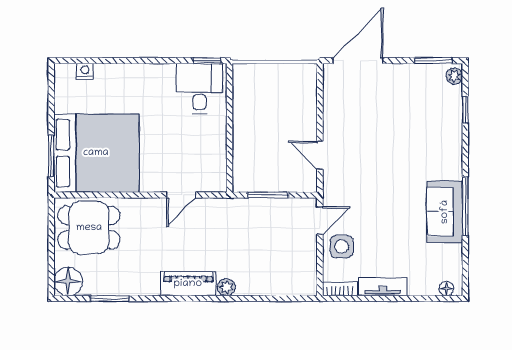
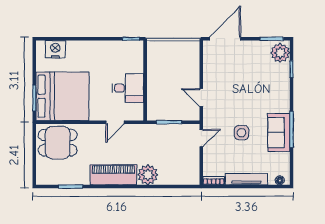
nightstand: (85, 71) -> (55, 49), width x1.89, depth x1.79
plant: (454, 76) -> (280, 53), width x1.88, depth x1.88
desk: (199, 88) -> (128, 88), moved, turned 90
side table: (342, 247) -> (242, 133), moved
floor lamp: (68, 282) -> (45, 176), removed
piano: (188, 284) -> (113, 175), width x1.37, depth x1.33
plant: (226, 287) -> (148, 175), width x1.88, depth x1.88
tv unit: (383, 287) -> (246, 179), width x1.41

